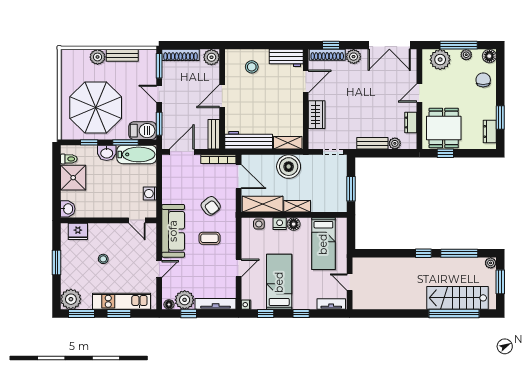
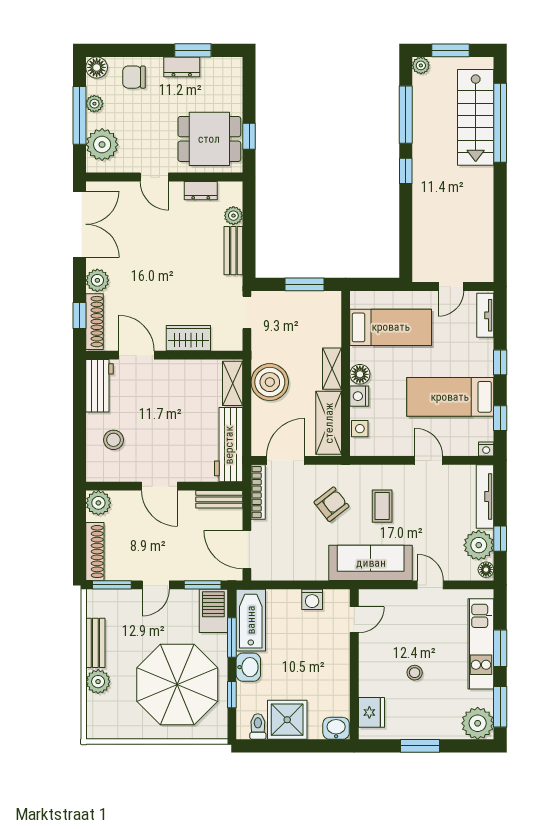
dresser: (490, 132) -> (182, 67), moved

